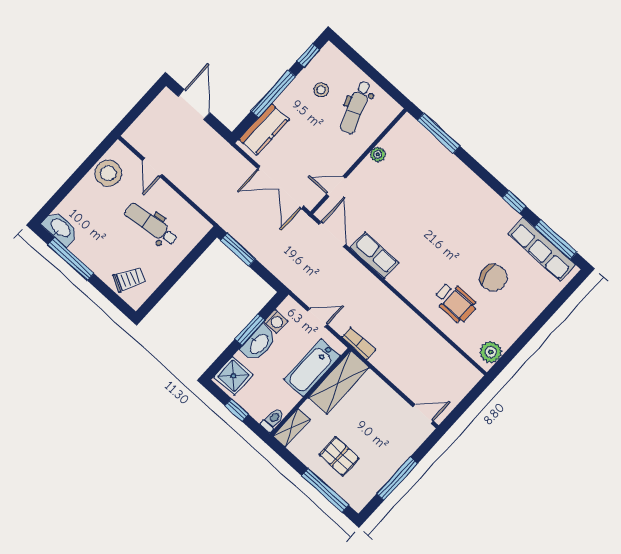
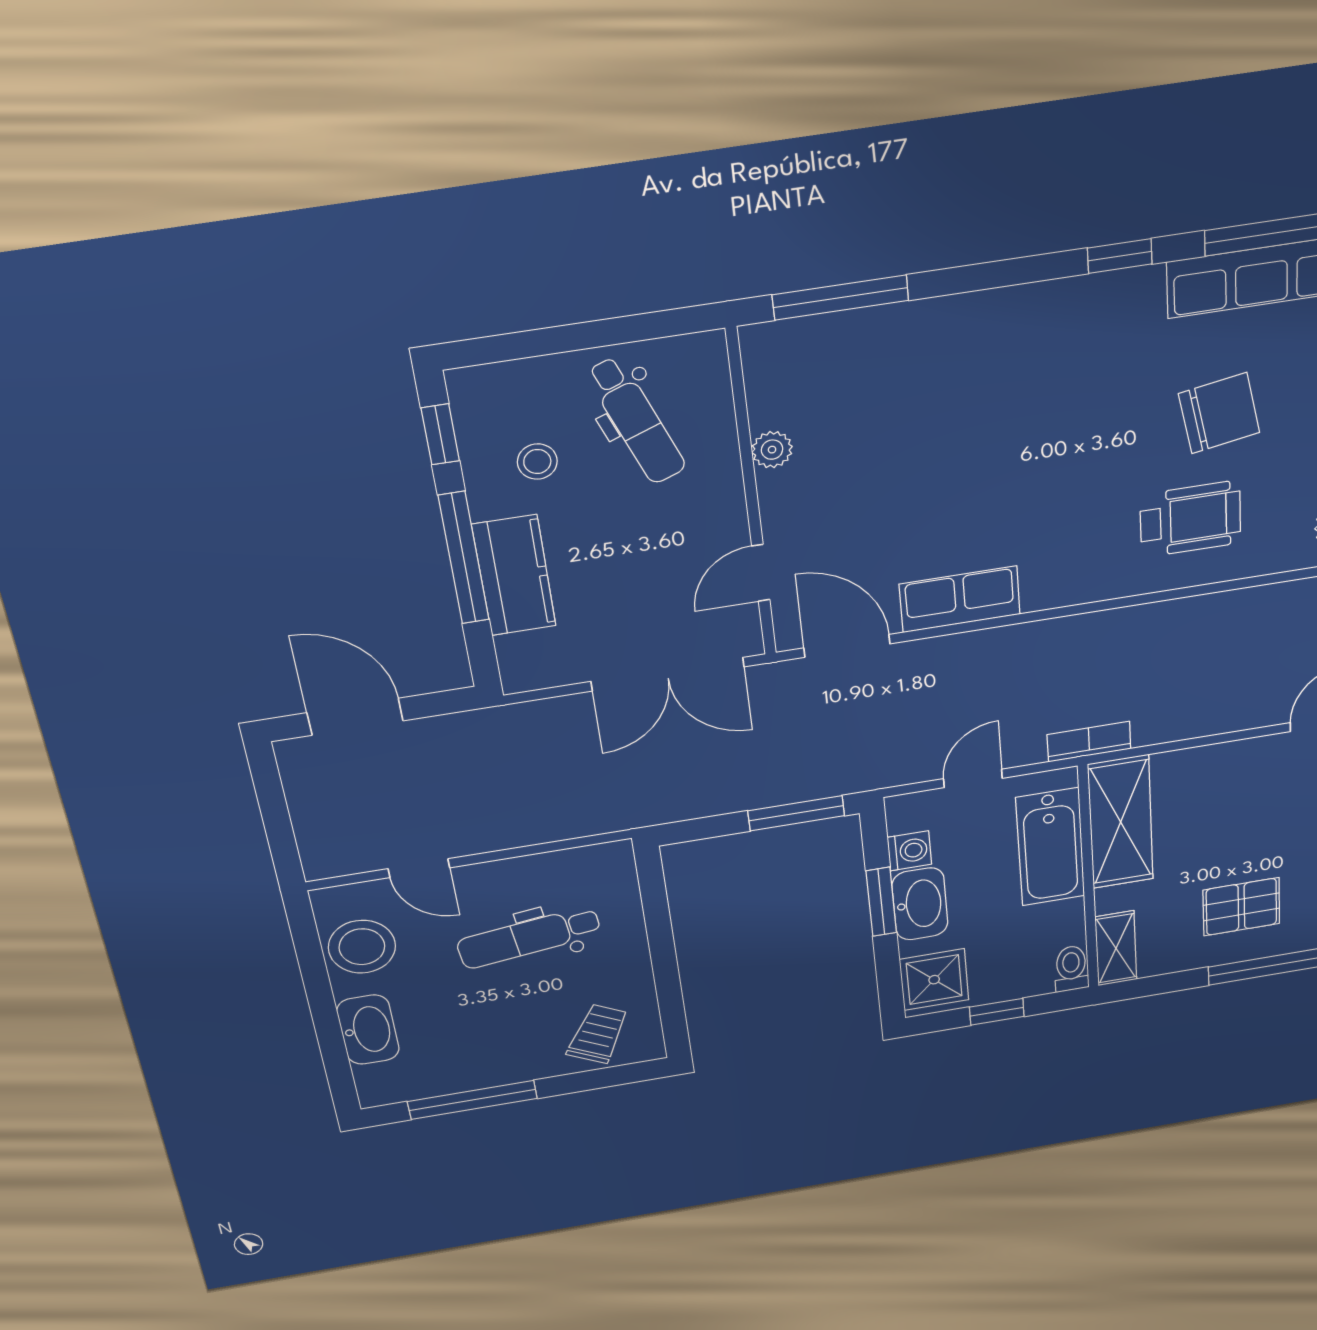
kitchen counter: (264, 130) -> (514, 575), moved
washbasin: (60, 228) -> (368, 1030), moved, turned 90
window: (238, 250) -> (796, 813), moved

